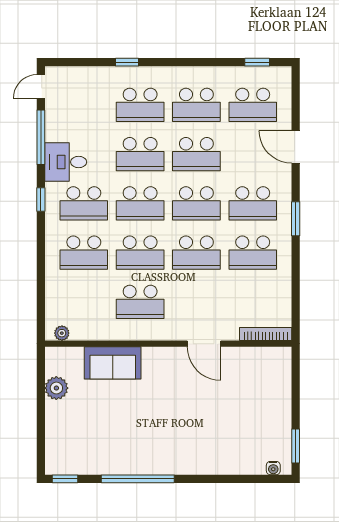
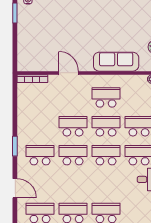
school desk: (140, 154) -> (106, 184), removed
school desk: (196, 154) -> (73, 184), removed
school desk: (253, 253) -> (40, 126), removed
sofa: (113, 363) -> (116, 62), width x1.36

